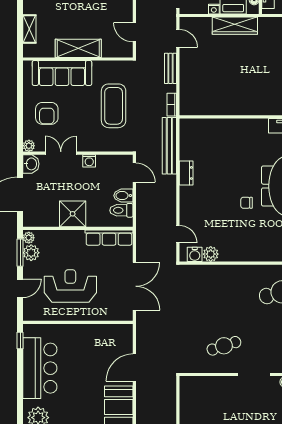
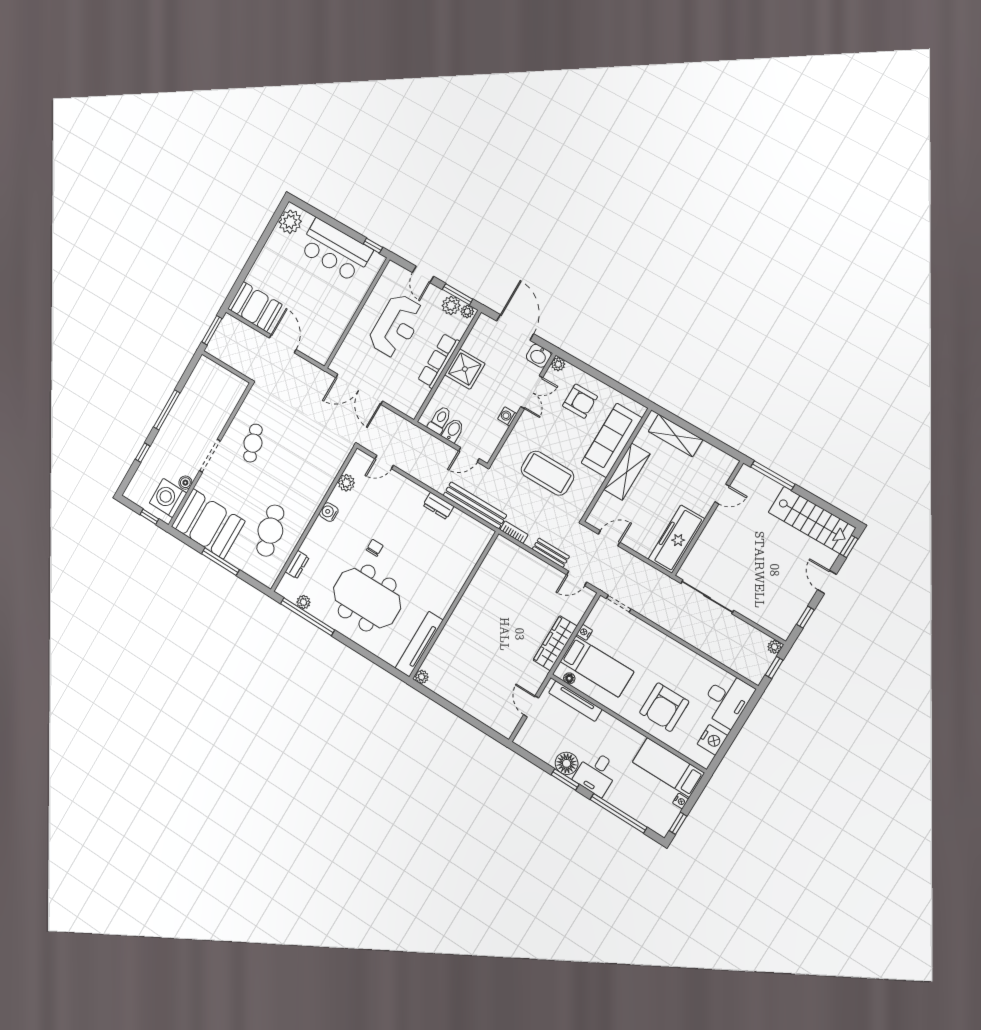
shelving: (29, 29) -> (676, 436), width x1.50, depth x1.33
armchair: (47, 113) -> (580, 401), turned 180
row of seats: (109, 238) -> (439, 361), moved
water cooler: (195, 254) -> (329, 512), moved

